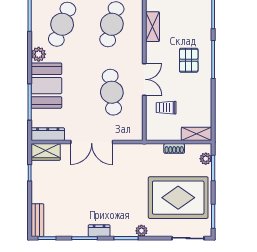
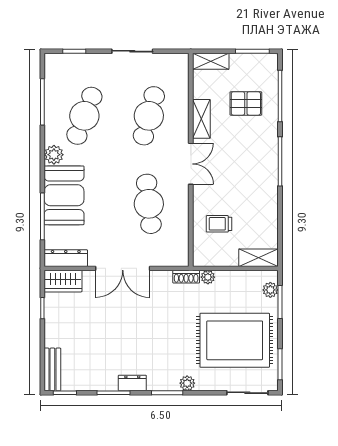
pallet: (189, 60) -> (246, 103), moved, turned 90
double door: (144, 79) -> (191, 164), moved
shoe rack: (174, 148) -> (186, 277), moved
plant: (157, 149) -> (208, 277), added

